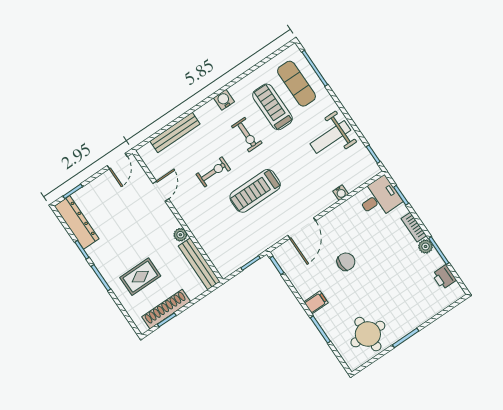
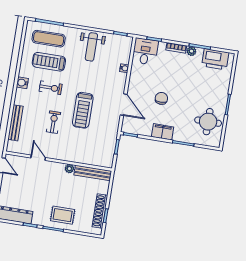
rug: (140, 277) -> (63, 215), moved, turned 90
printer: (444, 277) -> (215, 59), width x1.87, depth x1.48
filing cabinet: (316, 302) -> (163, 132), width x2.00

